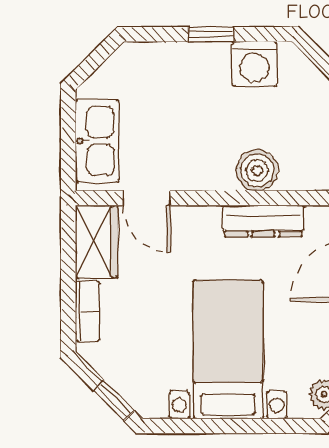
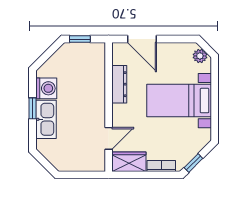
kitchen sink: (97, 141) -> (46, 119), moved, turned 90
boiler: (257, 170) -> (96, 87), removed
window: (114, 401) -> (193, 163), moved

